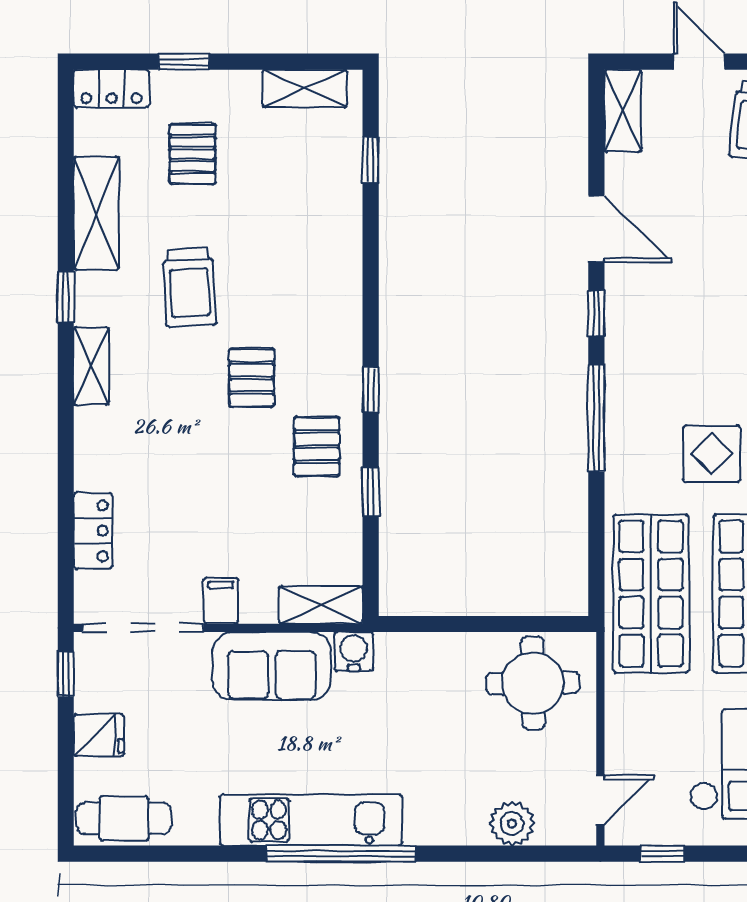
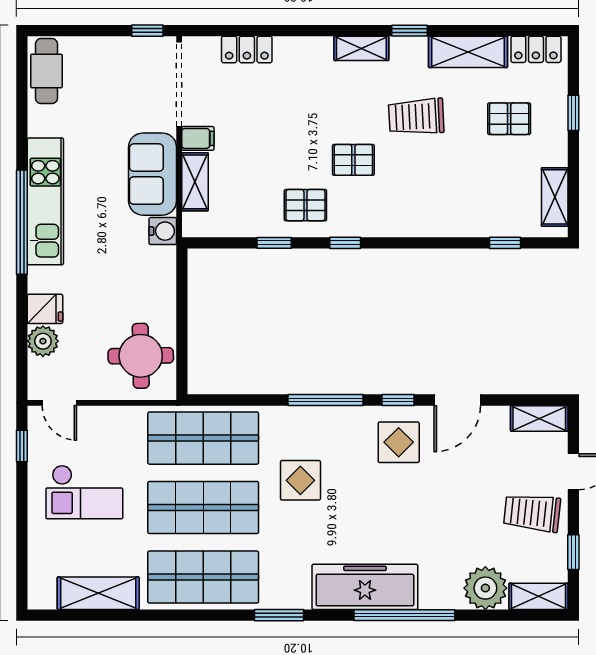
locker: (111, 89) -> (536, 49), moved, turned -90
display table: (657, 313) -> (399, 442), added
shelving: (321, 605) -> (195, 182), moved
fridge: (99, 735) -> (45, 309), moved, turned -90

